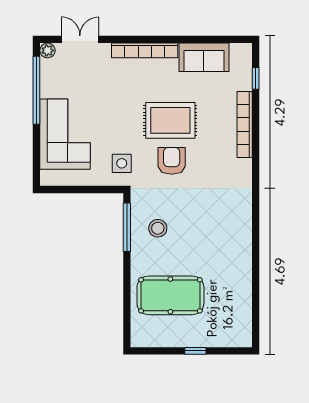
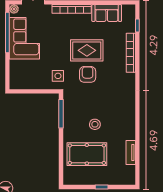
corner sofa: (65, 134) -> (24, 38), moved
stool: (158, 228) -> (95, 124), moved
tv unit: (244, 293) -> (131, 152), added

